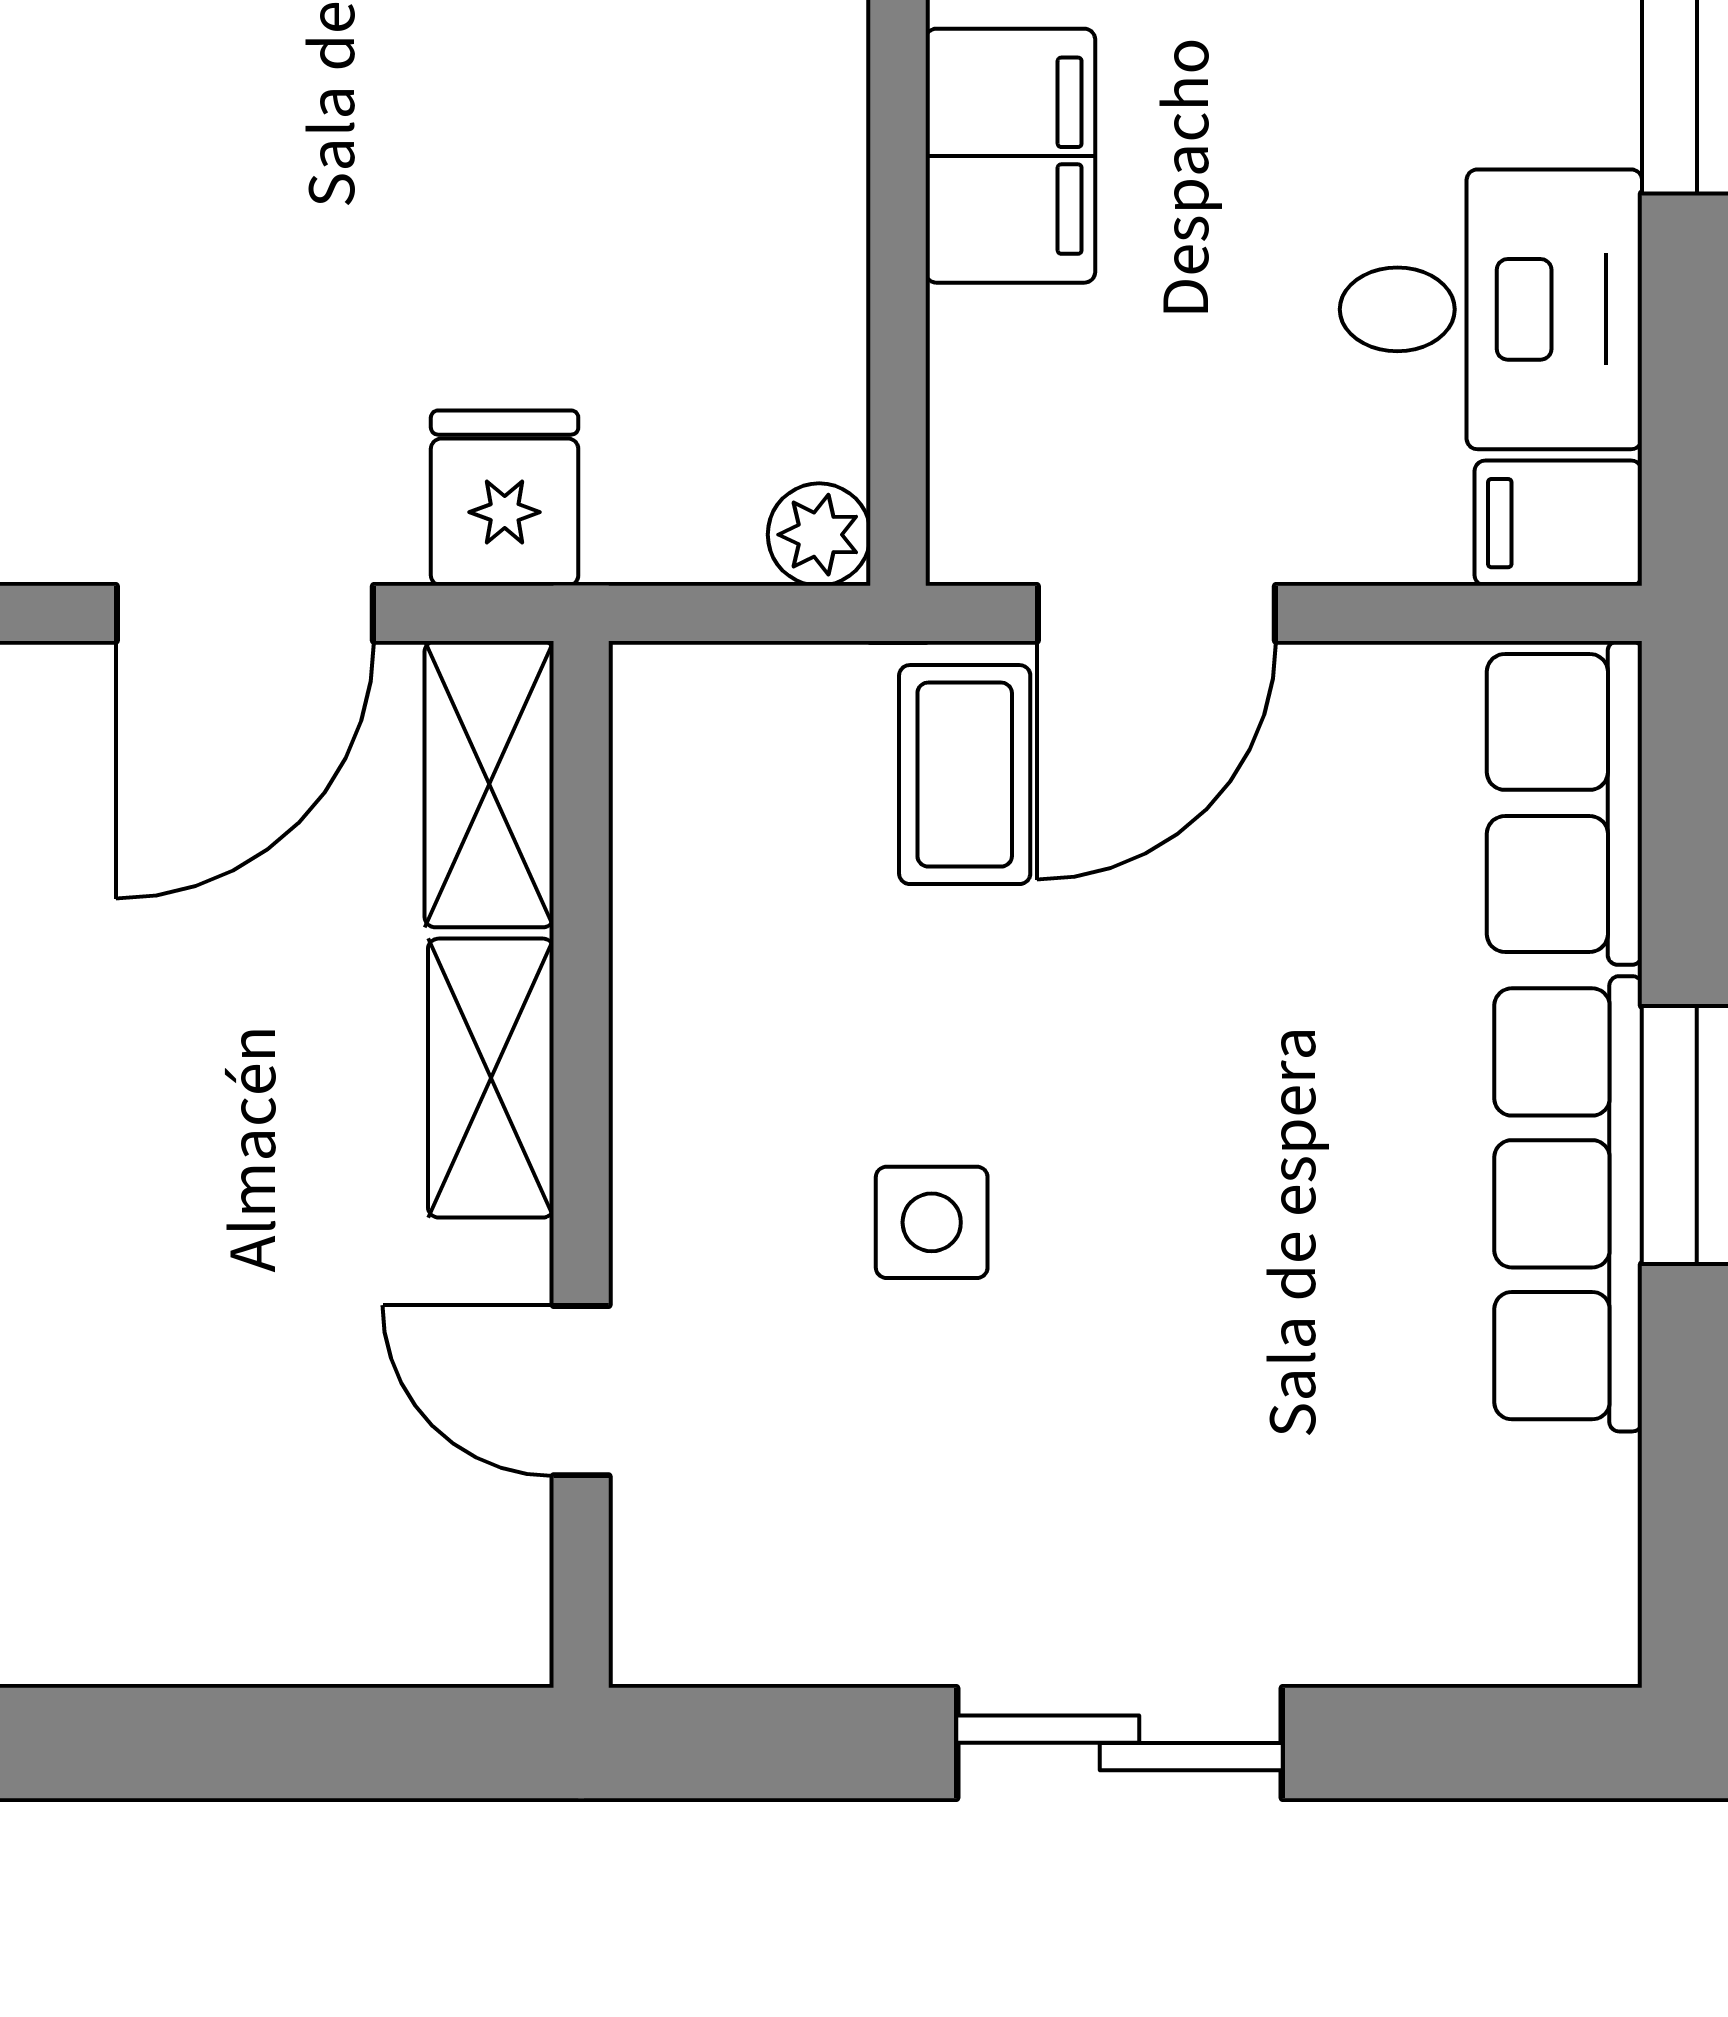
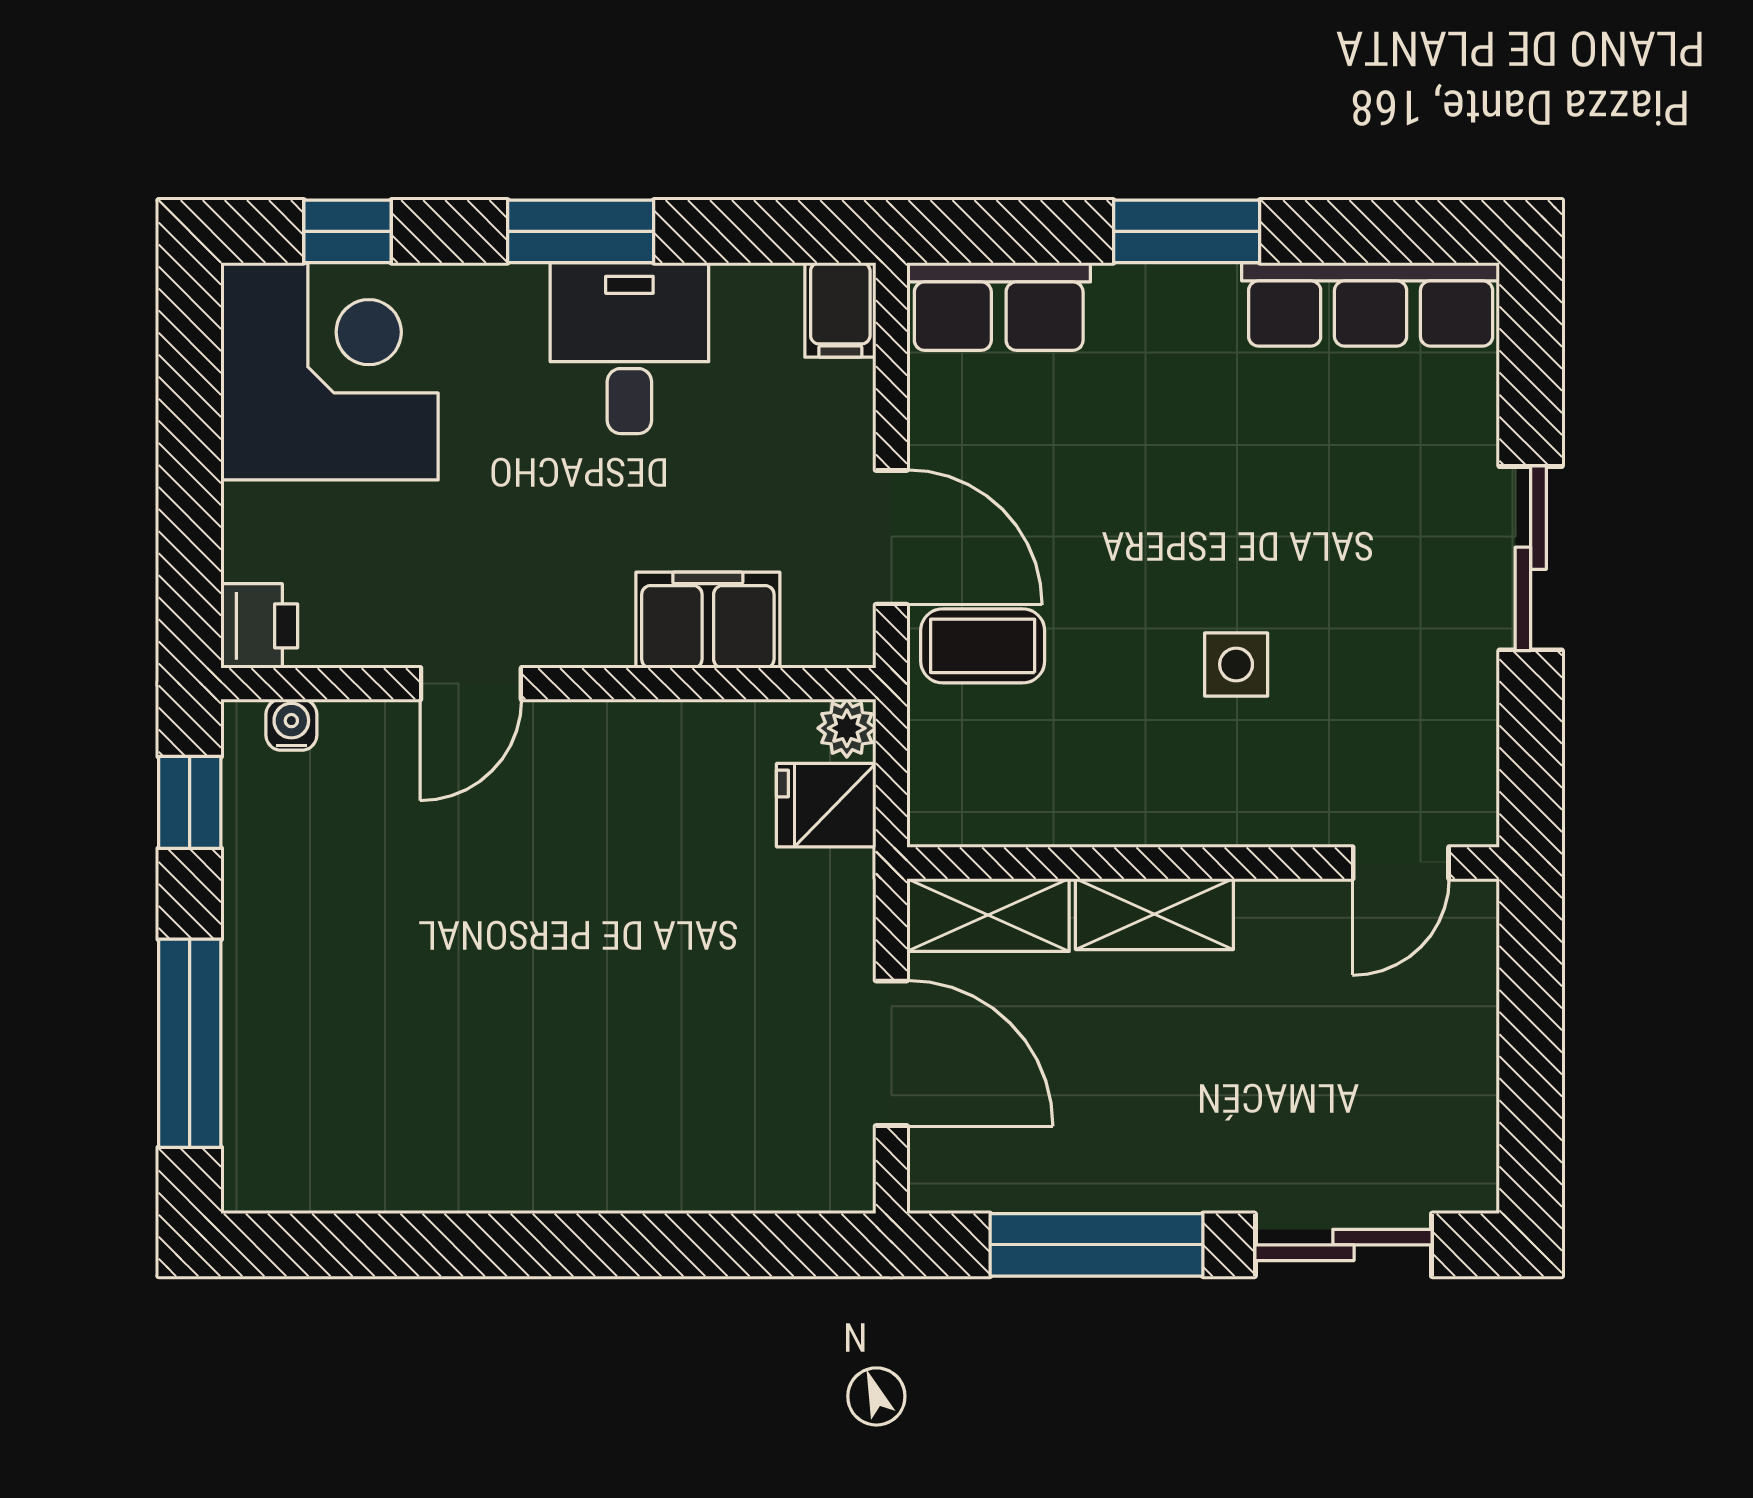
filing cabinet: (1010, 156) -> (708, 620), moved
desk: (1491, 309) -> (629, 348), moved
fridge: (505, 498) -> (826, 805), moved
row of seats: (1568, 1204) -> (1371, 304), moved
door: (581, 1391) -> (1401, 863), moved

